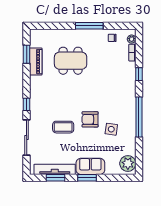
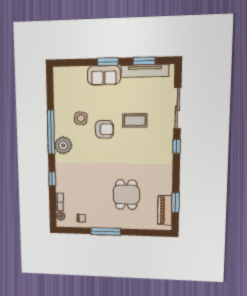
dining table: (71, 61) -> (126, 195), width x0.73
piano: (36, 62) -> (165, 210), moved
plant: (128, 163) -> (63, 145), moved

